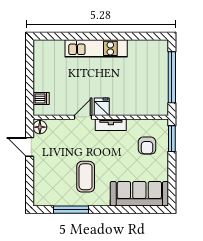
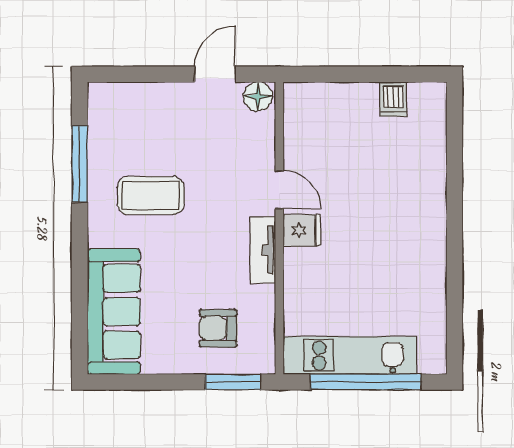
kitchen unit: (96, 48) -> (350, 355), moved, turned 90
dishwasher: (41, 99) -> (393, 99), moved

